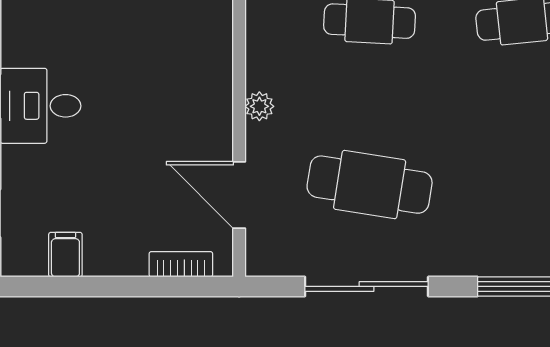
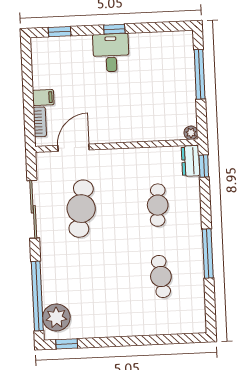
plant: (259, 106) -> (115, 155), removed
filing cabinet: (65, 255) -> (43, 97), moved

